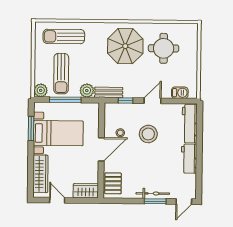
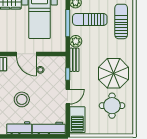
barbecue: (180, 93) -> (77, 120), width x1.88, depth x1.53
door: (152, 101) -> (68, 97), hinge flipped
stool: (148, 134) -> (22, 99), moved

